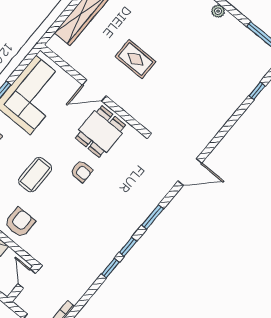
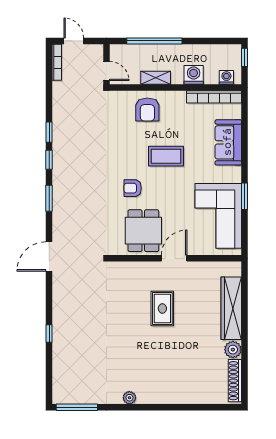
rug: (136, 59) -> (162, 309), turned 90
window: (257, 91) -> (49, 333), moved
coffee table: (35, 175) -> (166, 156), turned 90

